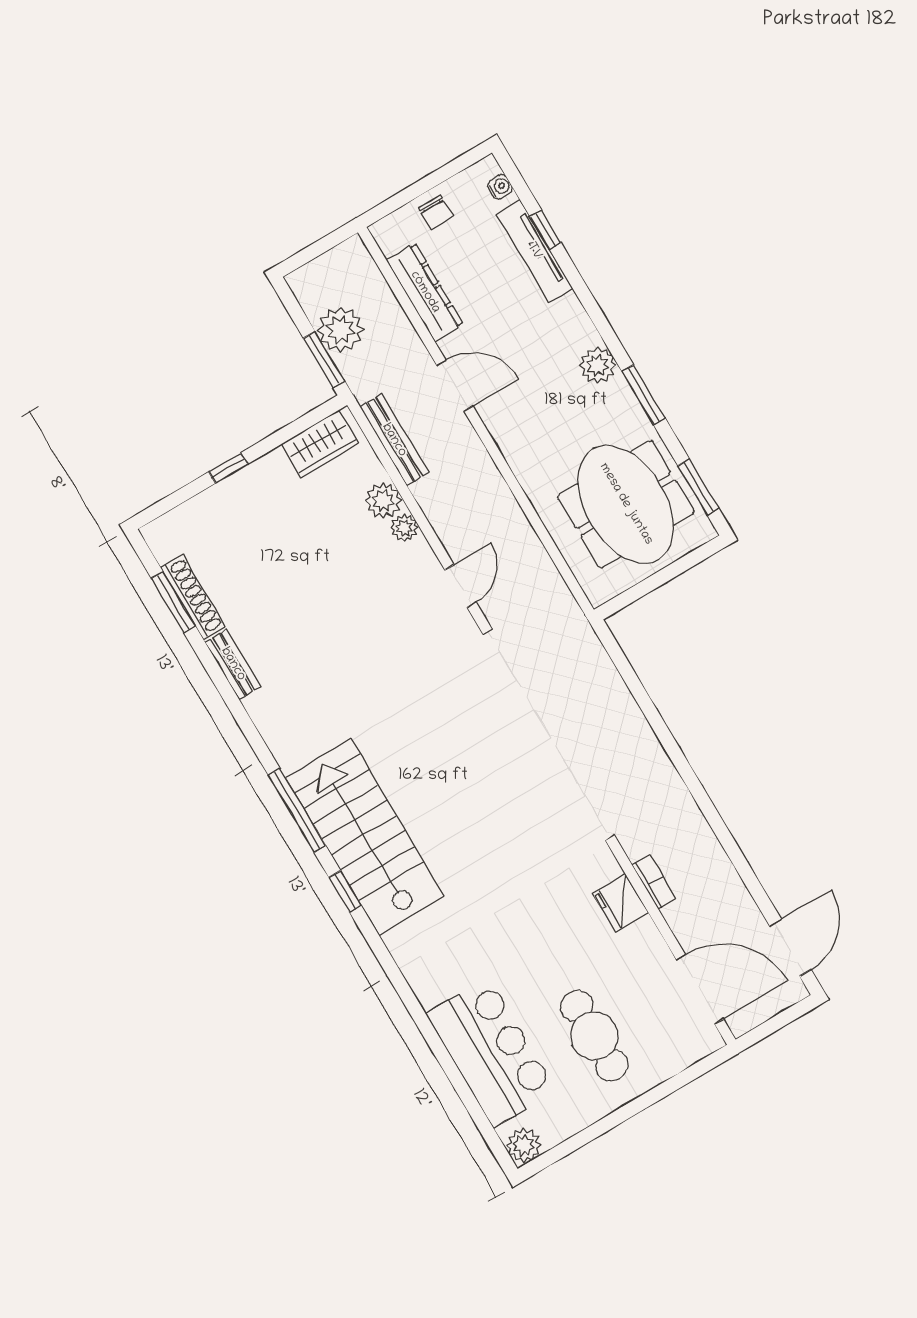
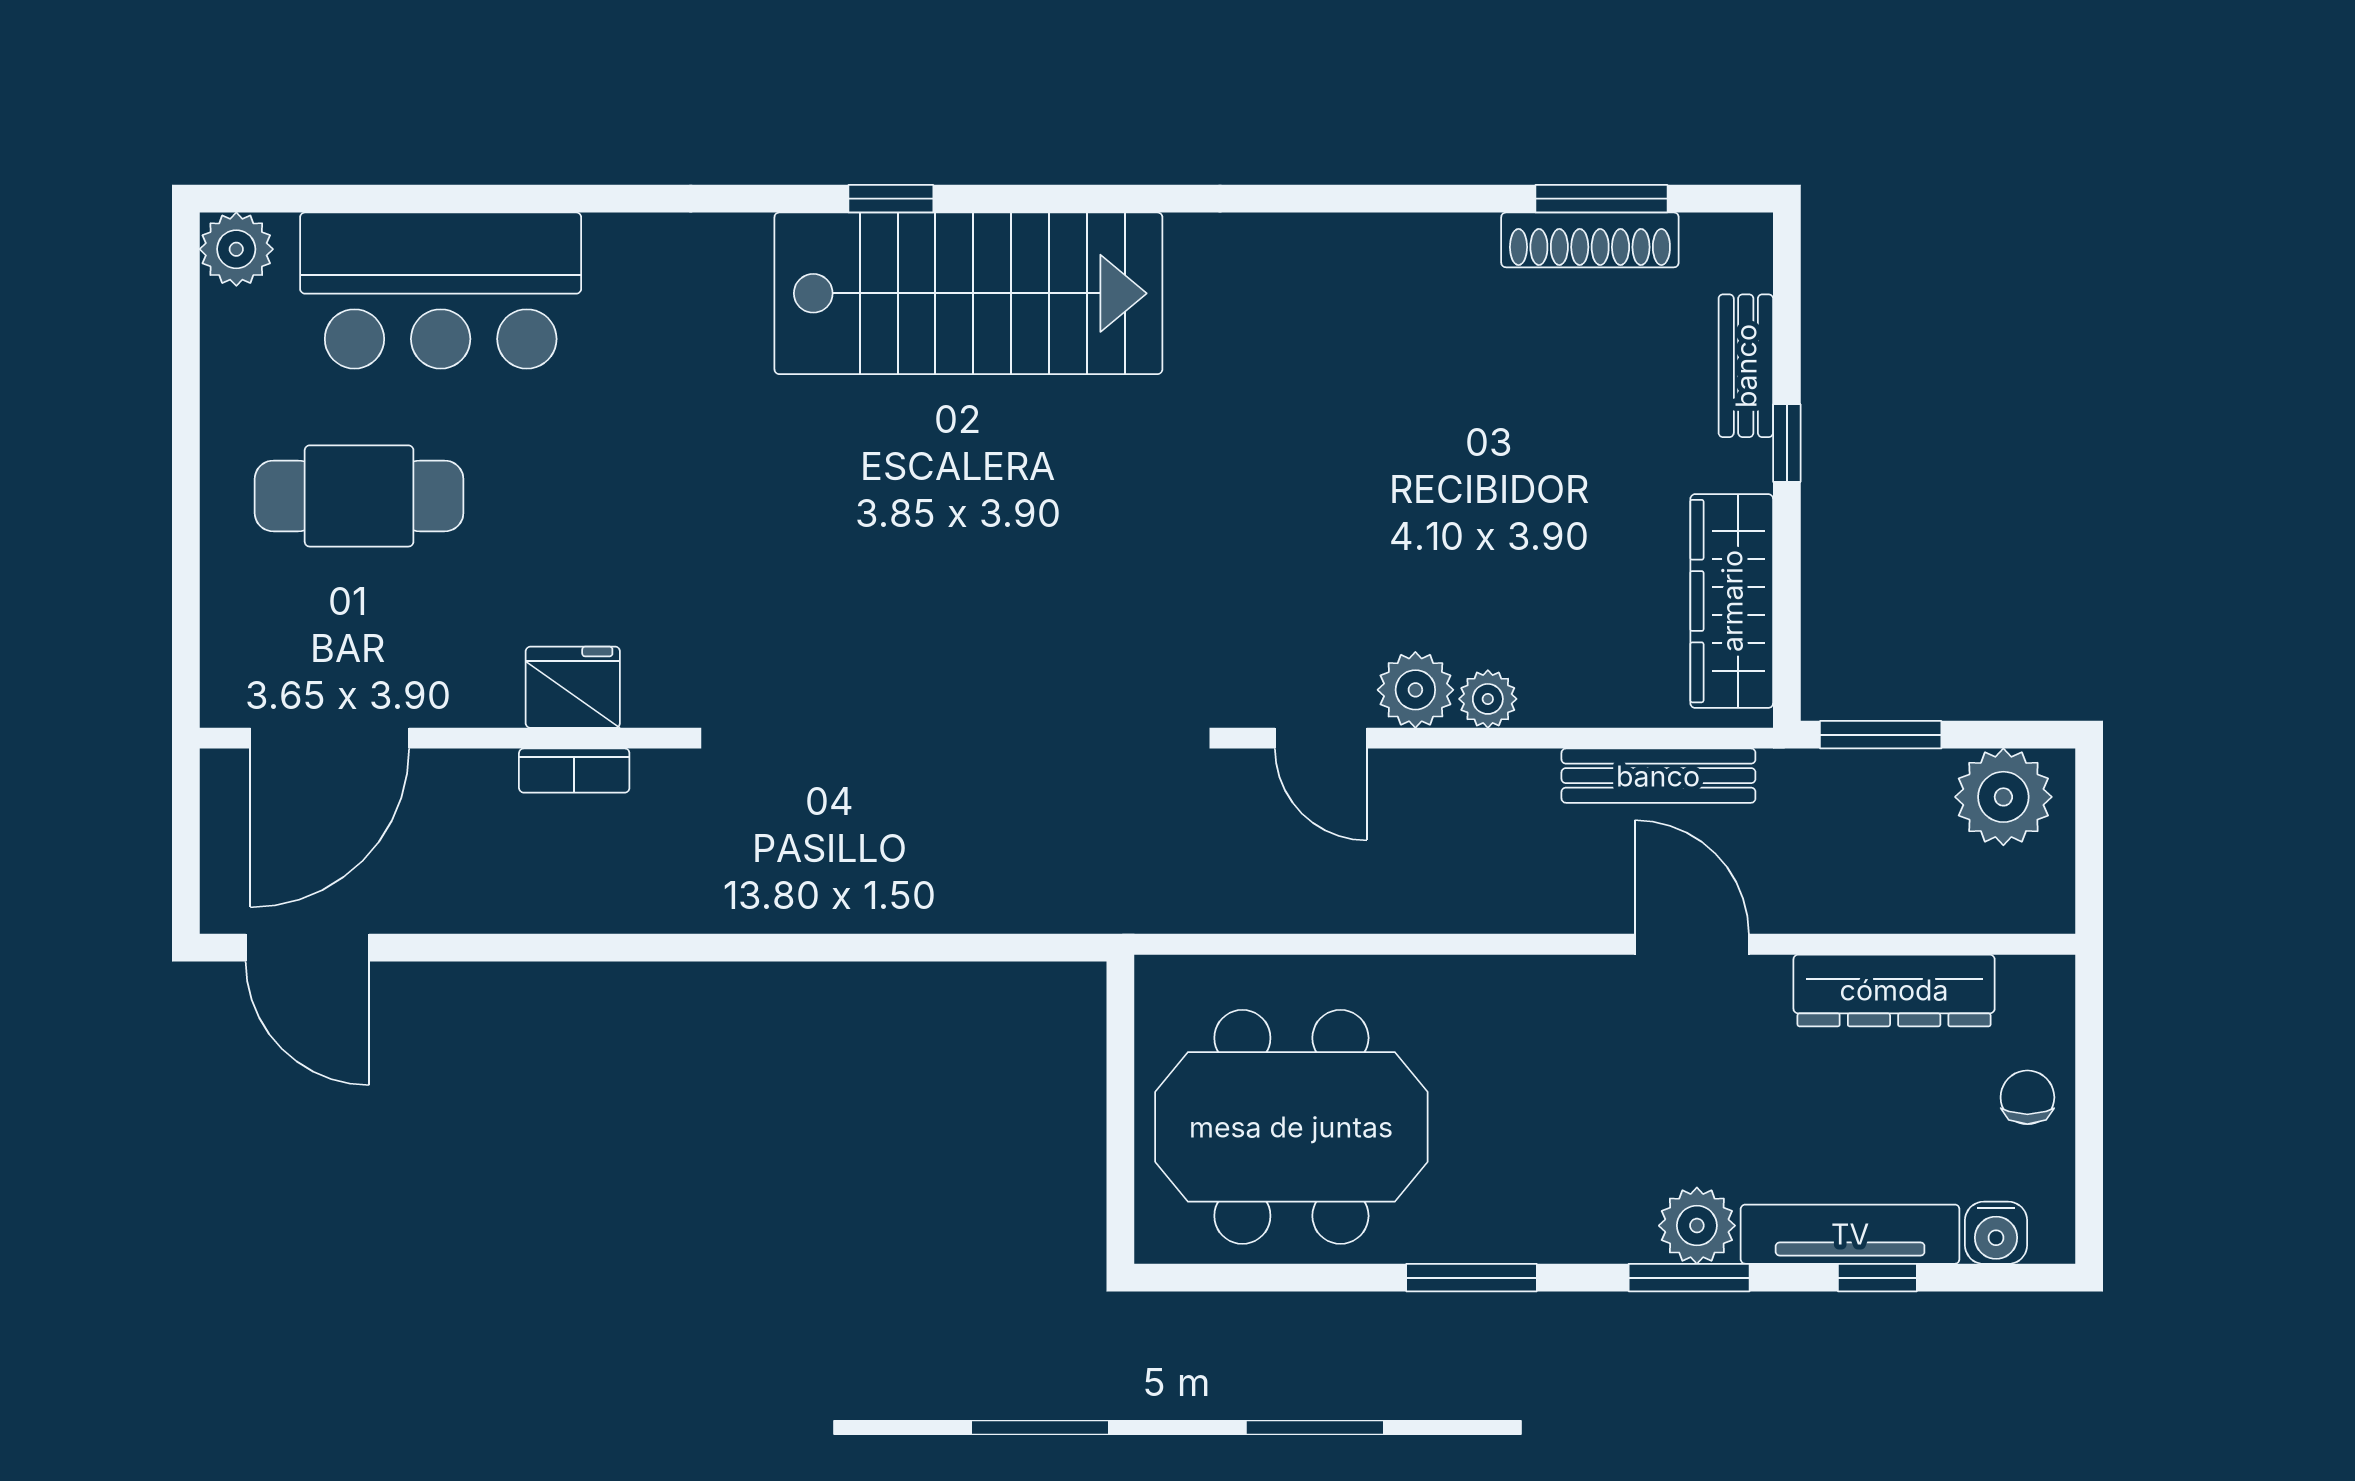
water cooler: (500, 187) -> (1996, 1233), width x1.38, depth x1.38
chair: (436, 212) -> (2027, 1097), turned 90
plant: (341, 330) -> (2003, 797), moved
plant: (598, 366) -> (1697, 1226), moved
door: (455, 386) -> (1692, 944), swing flipped
wardrobe: (320, 444) -> (1732, 601), width x1.50
window: (698, 487) -> (1689, 1278), moved
plant: (383, 501) -> (1415, 690), moved
bench: (233, 664) -> (1746, 366), moved, turned 90
window: (297, 810) -> (1090, 199), removed

